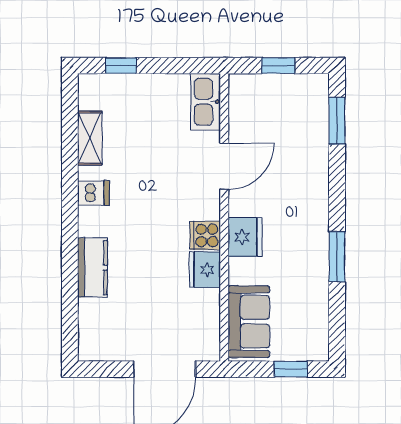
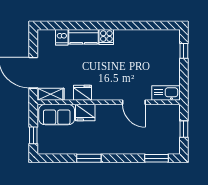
shelving: (90, 138) -> (50, 94), moved
dishwasher: (93, 193) -> (62, 37), moved
cooker: (205, 235) -> (106, 37), moved, turned 180
fridge: (245, 237) -> (85, 113), moved

